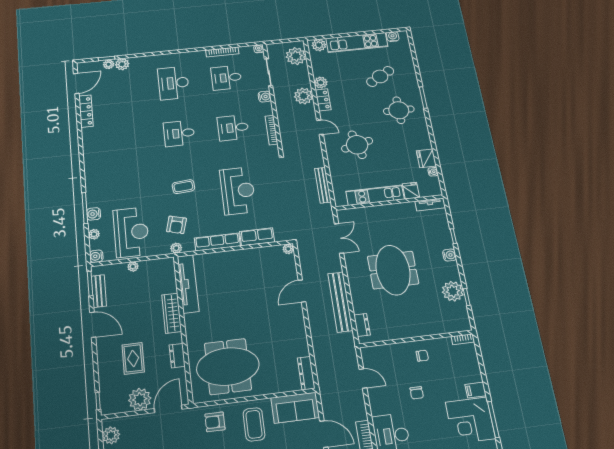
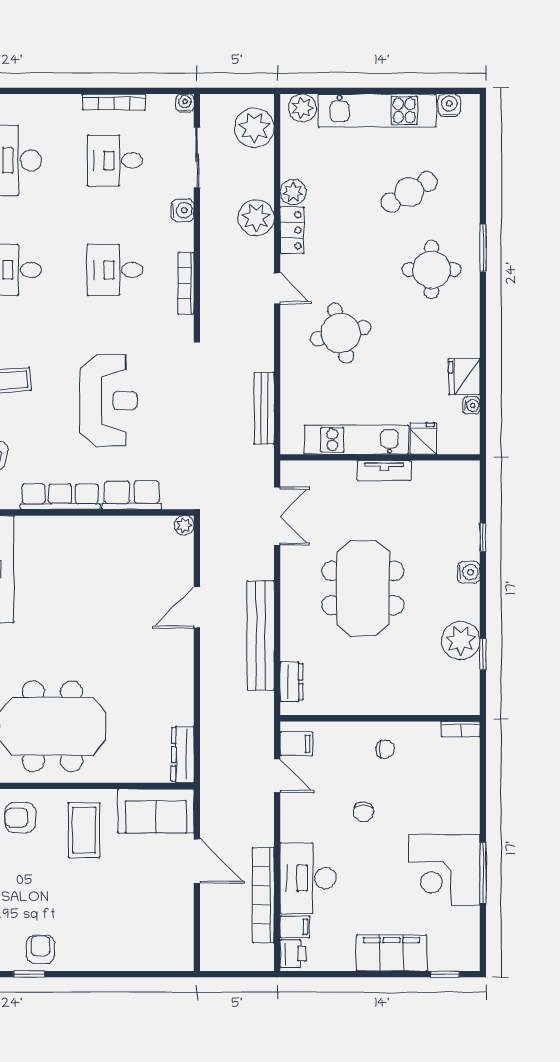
tv unit: (430, 205) -> (384, 470), moved
filing cabinet: (476, 390) -> (296, 744), moved, turned 180

